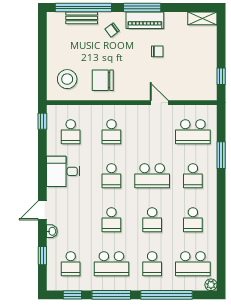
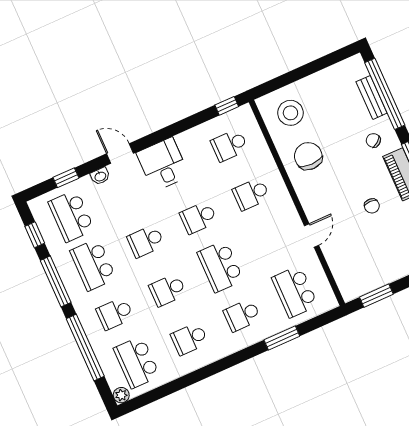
window: (221, 76) -> (376, 296), width x1.50
desk: (63, 171) -> (163, 164), moved
school desk: (71, 264) -> (71, 216), width x1.85

